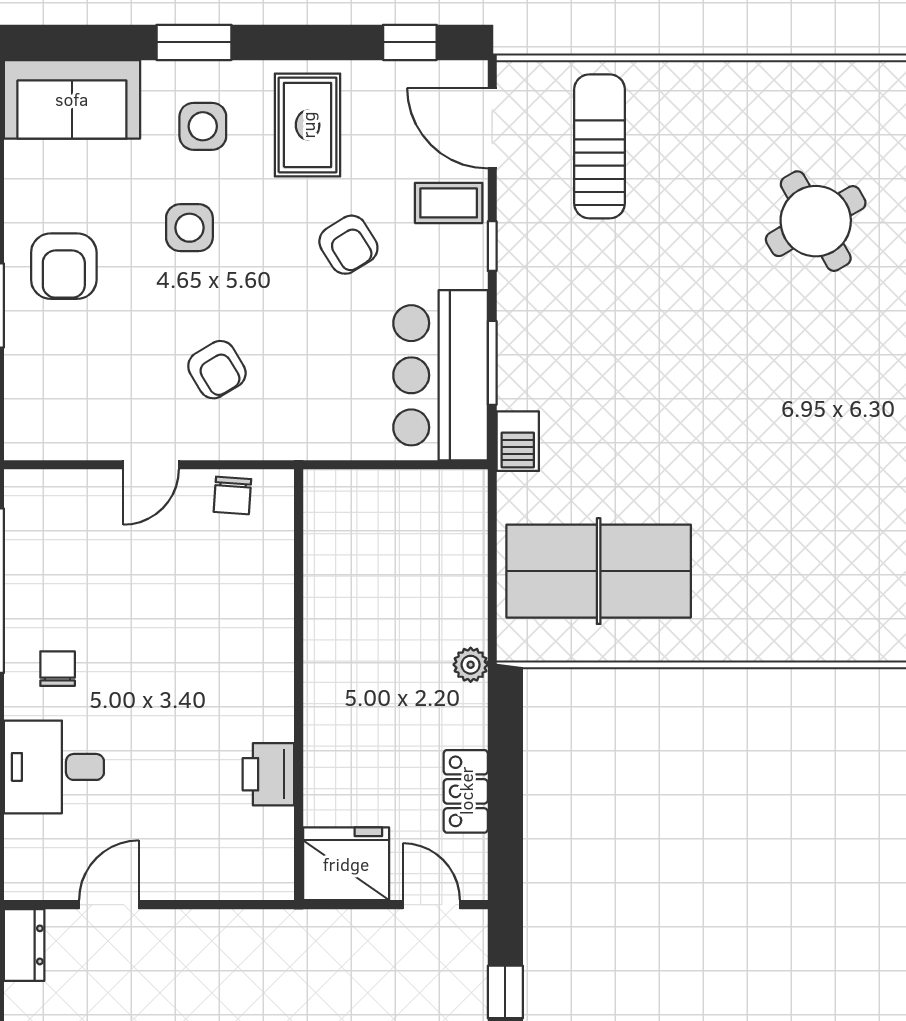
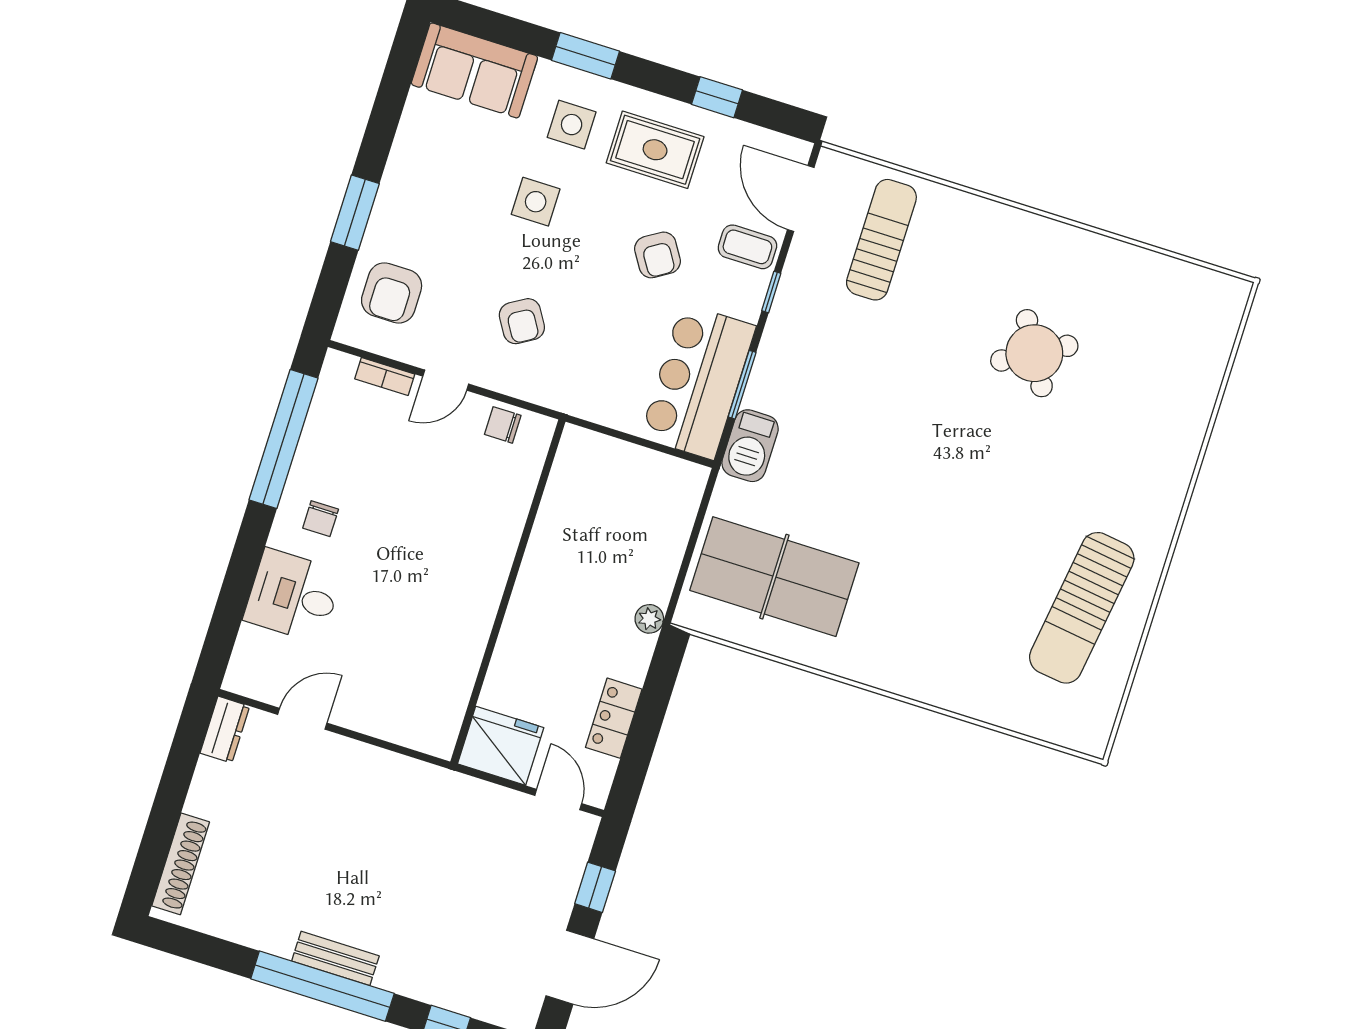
window: (410, 42) -> (717, 97), moved
rug: (308, 125) -> (655, 150), turned 90
armchair: (64, 266) -> (392, 293), moved
barbecue: (518, 441) -> (750, 446), width x1.38, depth x1.27
bookcase: (80, 483) -> (385, 376), added
chair: (232, 495) -> (503, 425), turned 86
chair: (58, 669) -> (321, 519), turned 180
printer: (268, 774) -> (462, 655), removed

